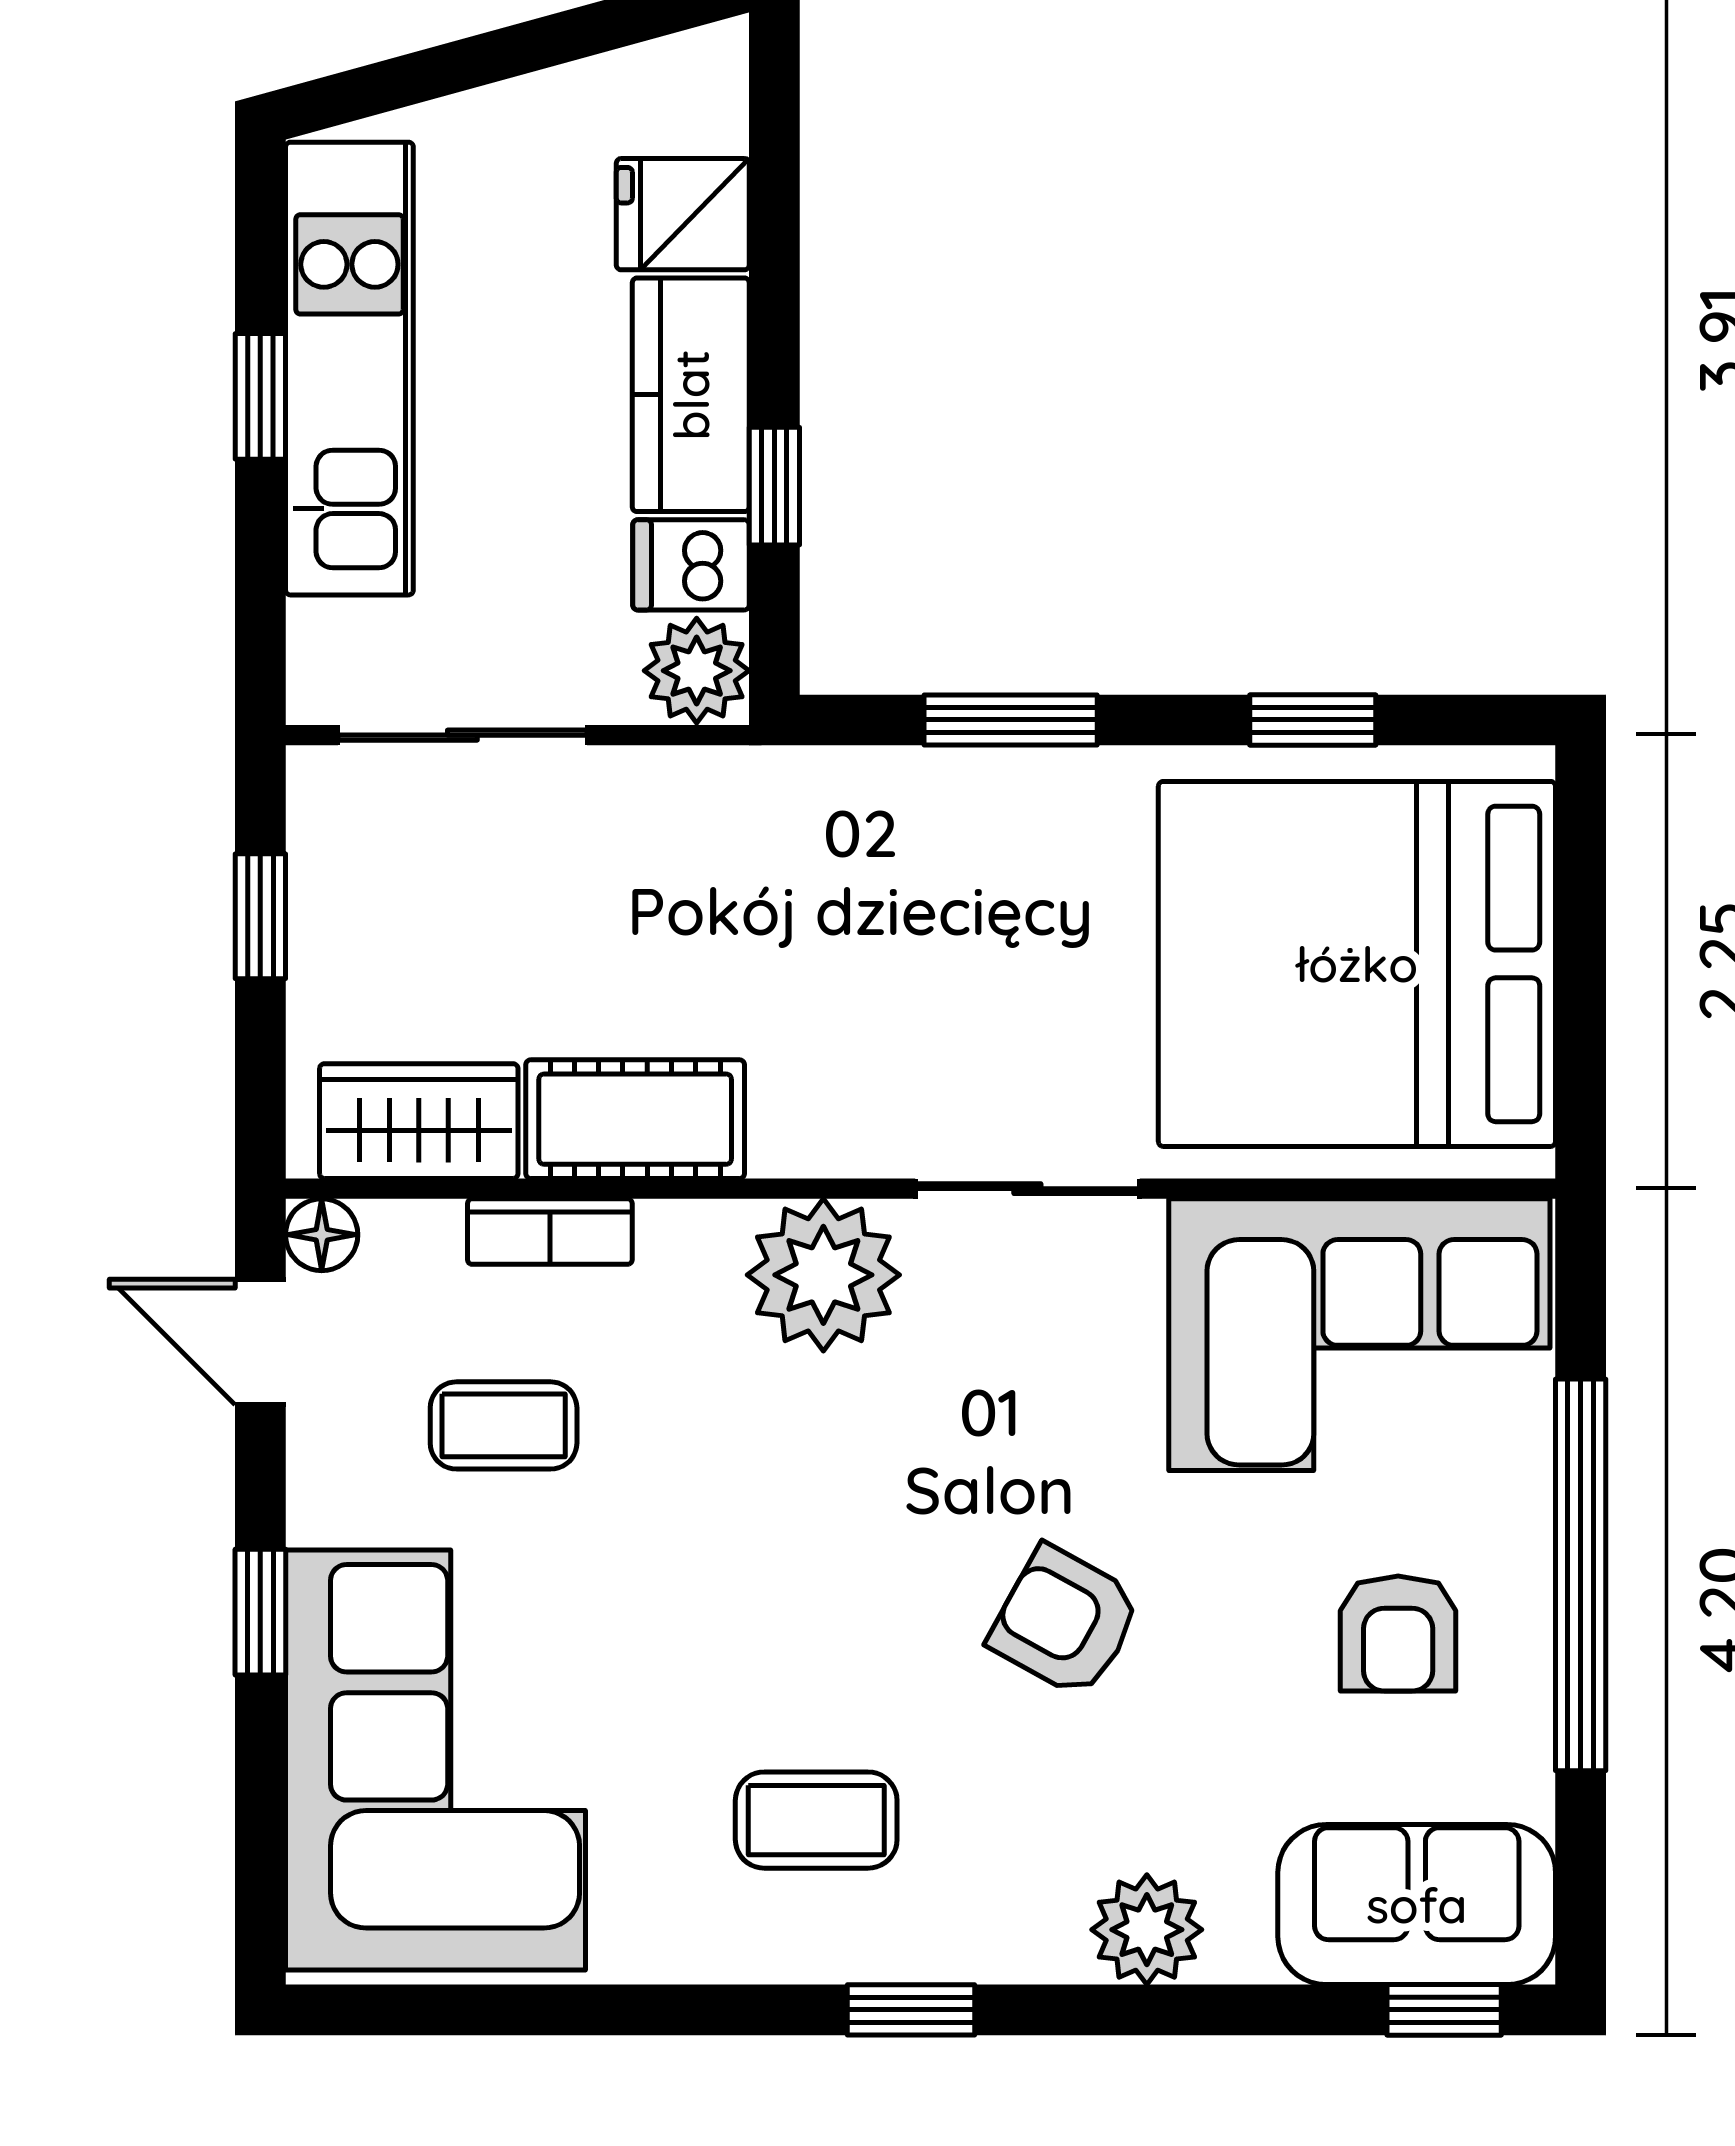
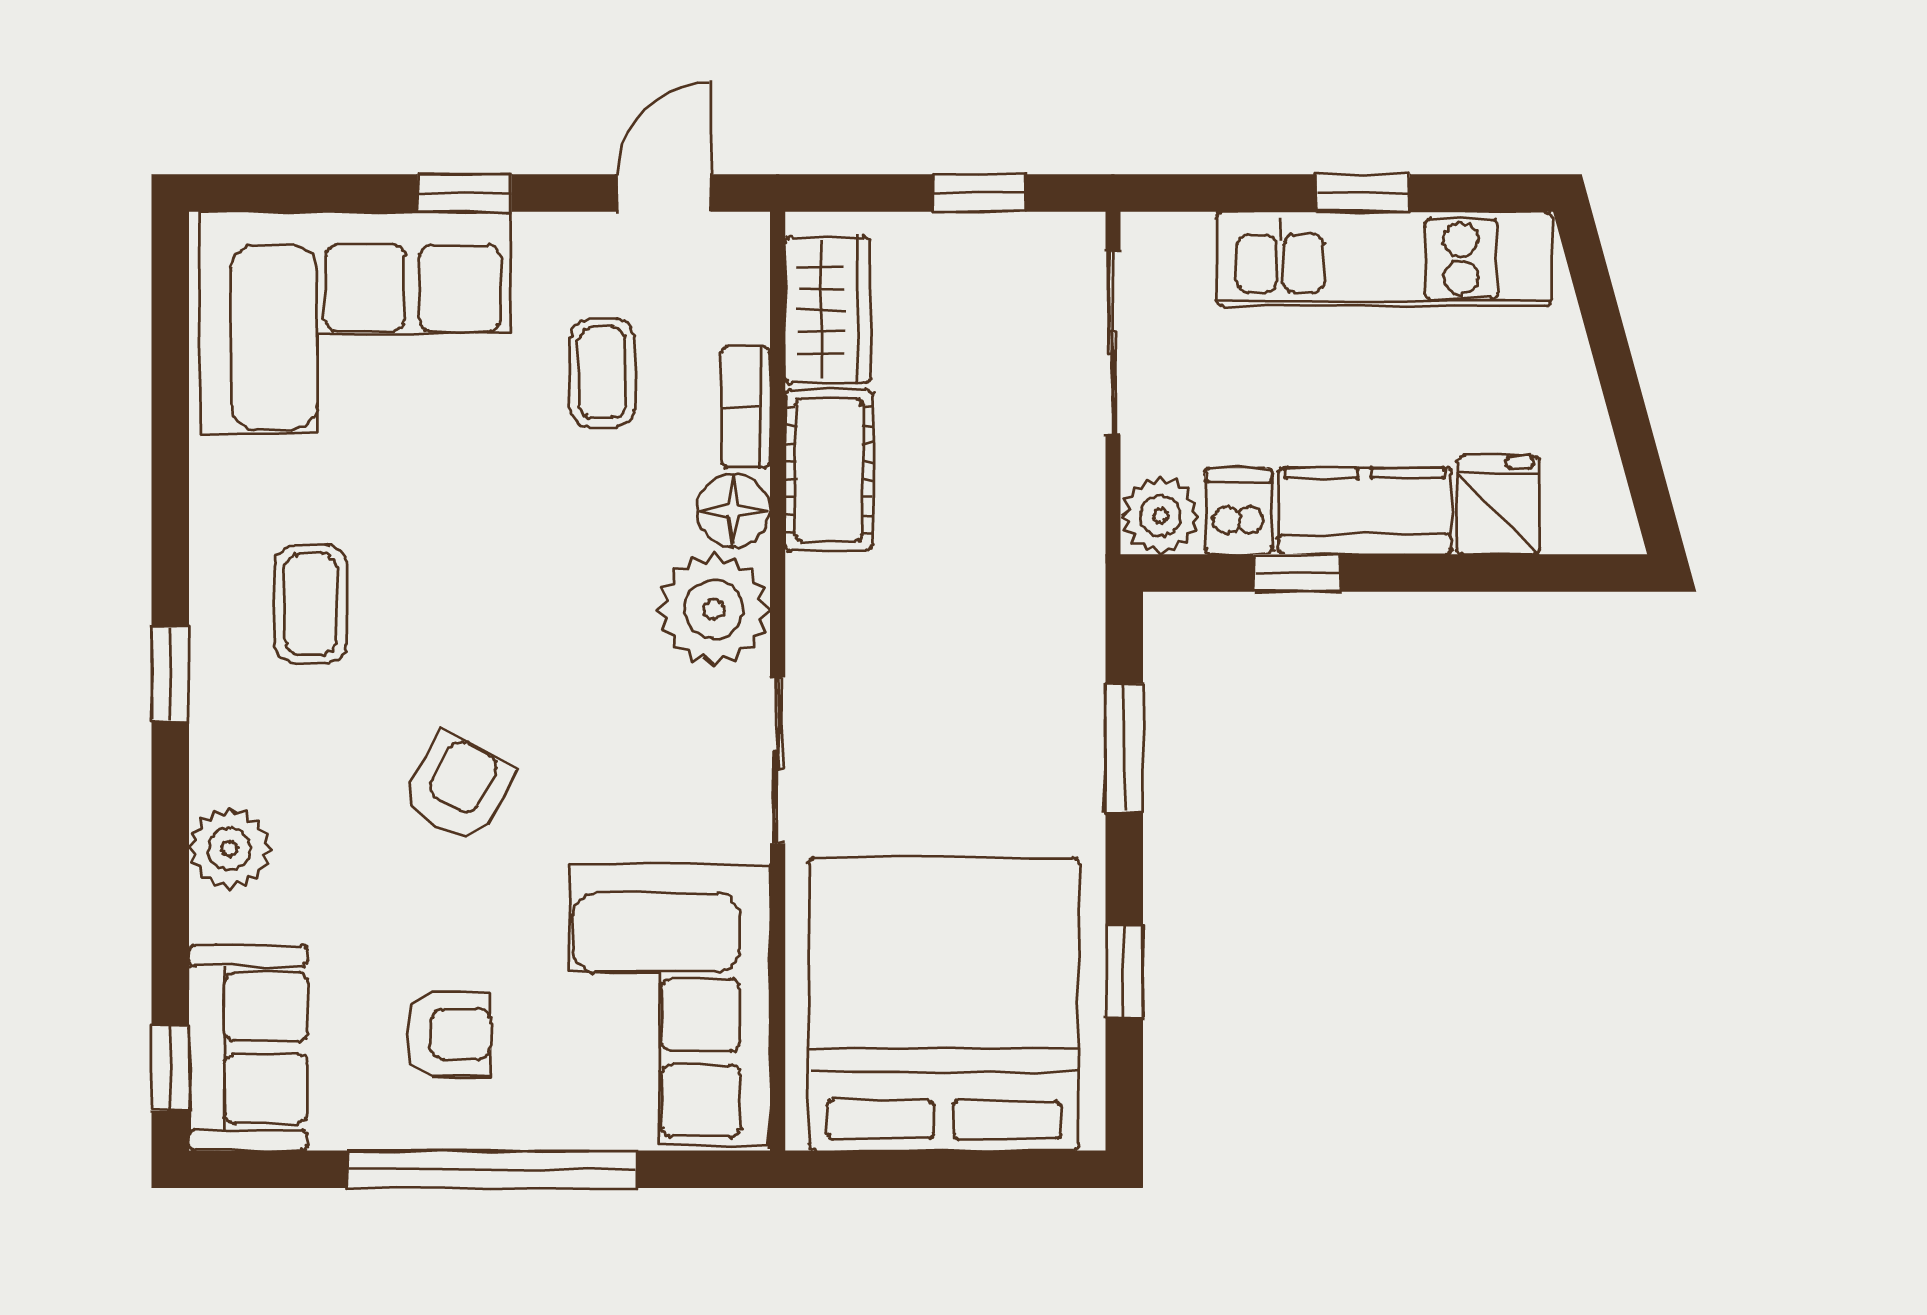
floor lamp: (322, 1235) -> (734, 510), moved, width x1.37, depth x1.37
armchair: (1398, 1634) -> (449, 1034), turned 180

